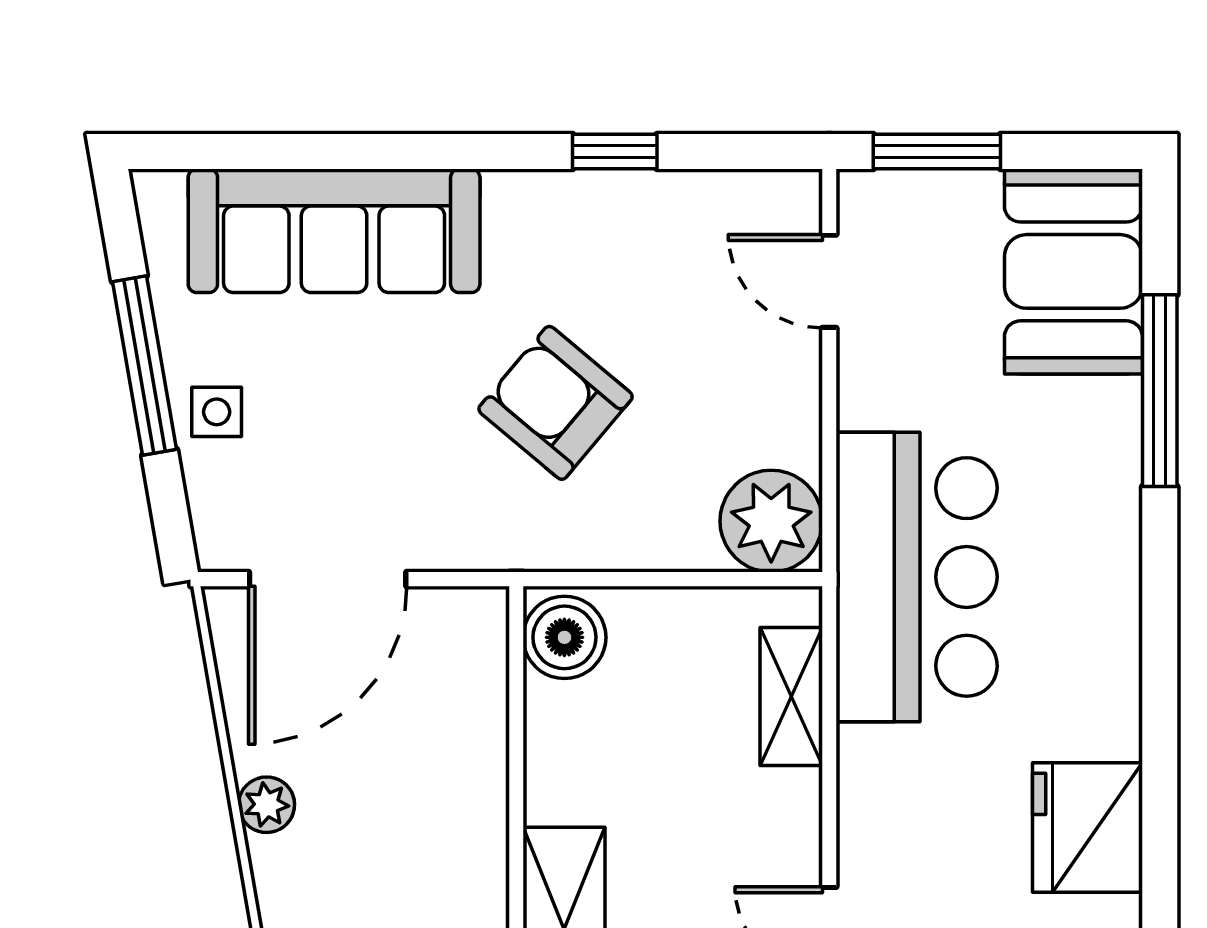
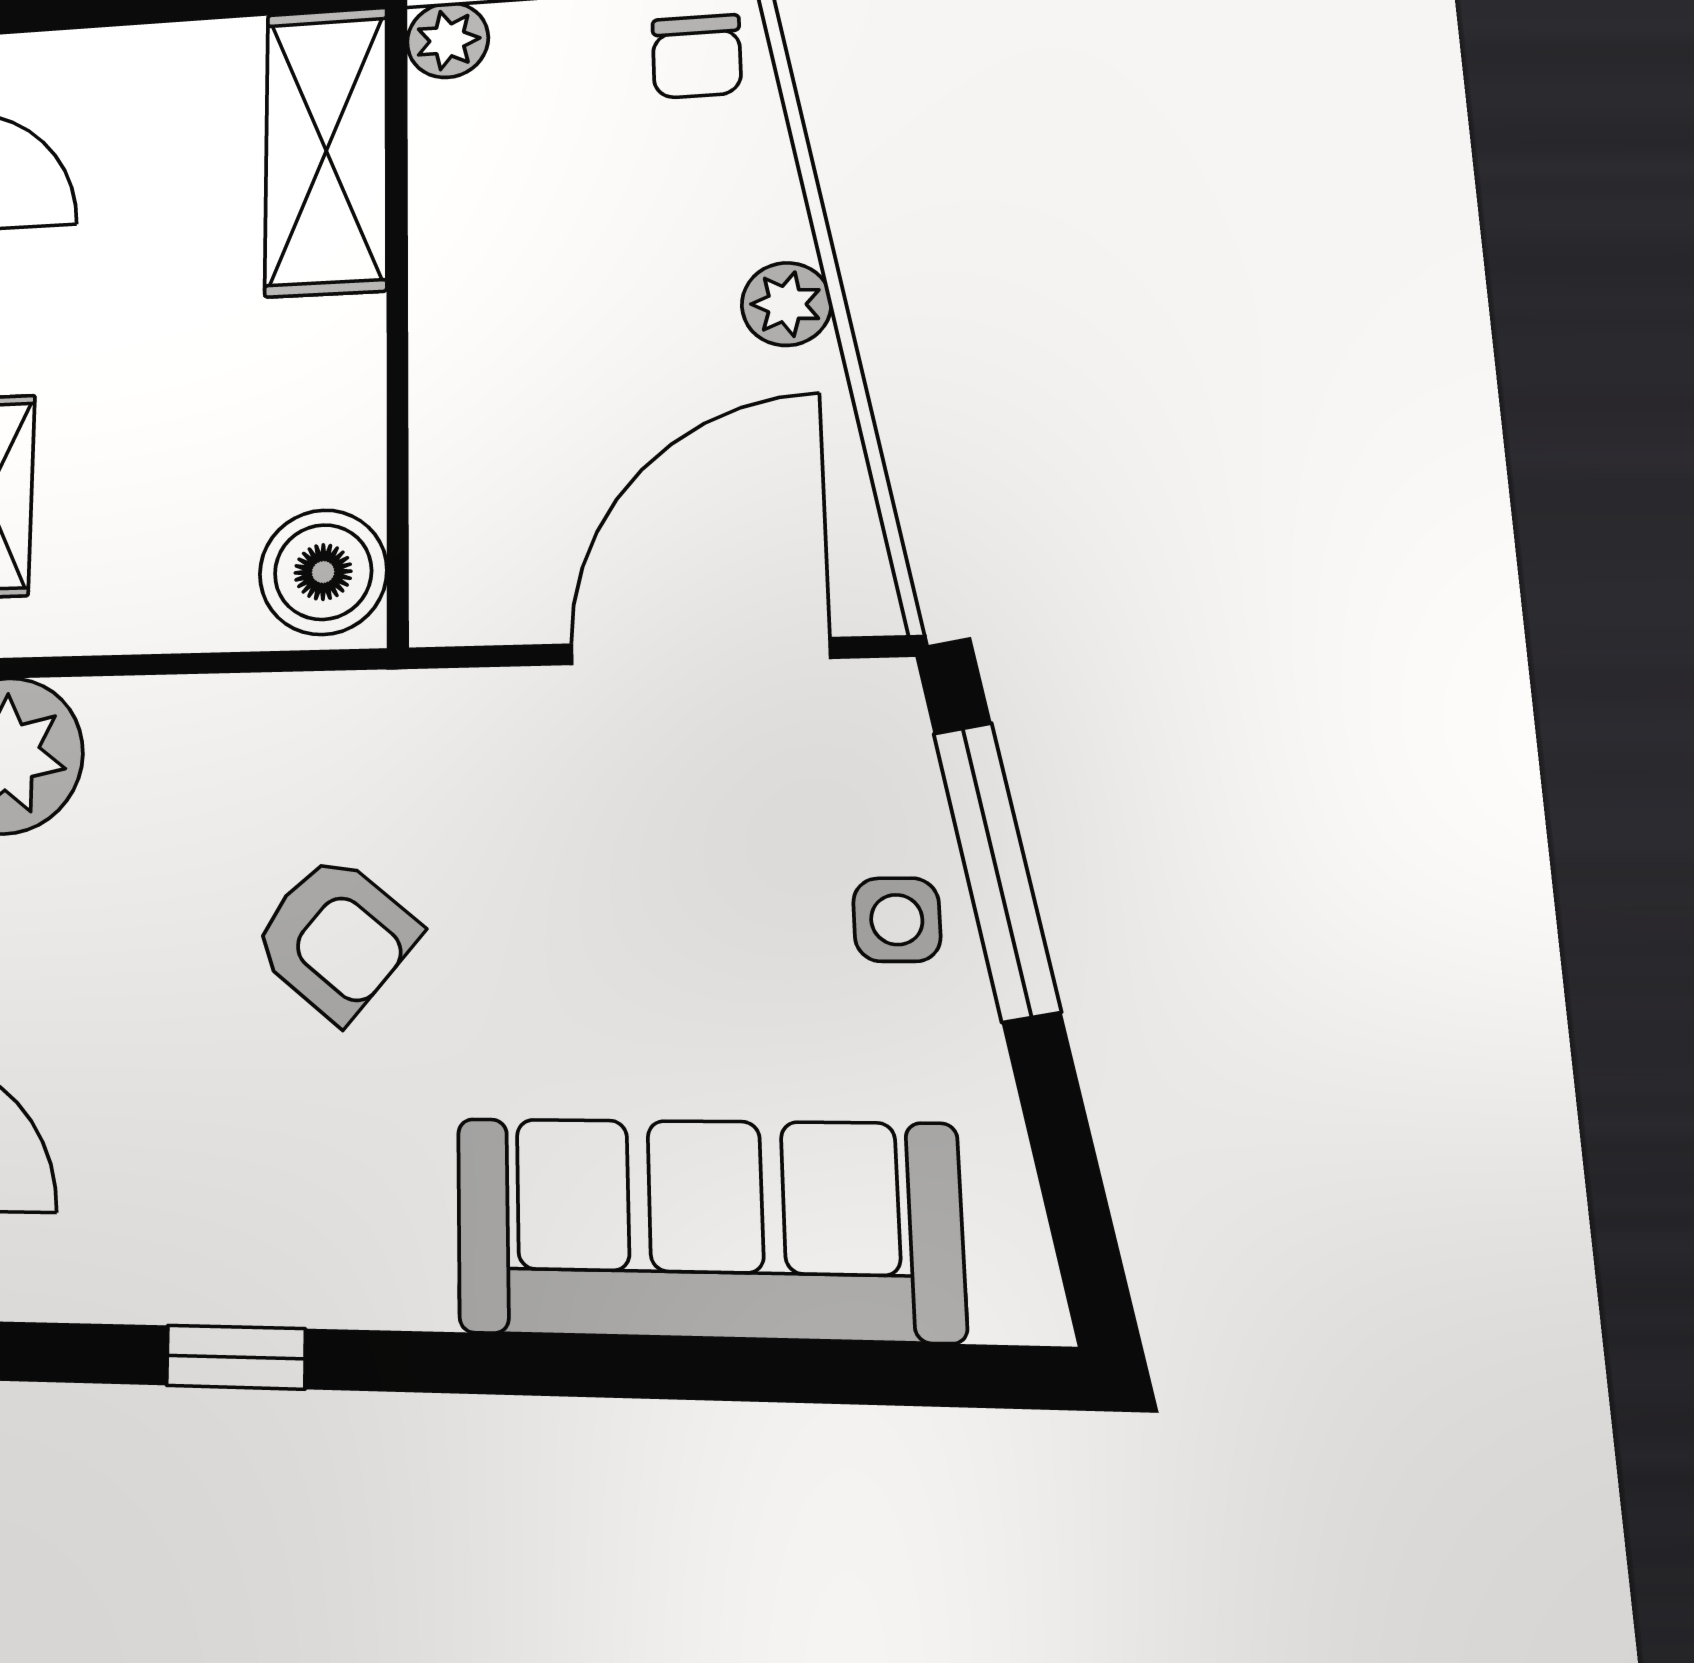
window: (144, 365) -> (997, 871), moved
armchair: (556, 403) -> (335, 937), width x0.72, depth x0.72

